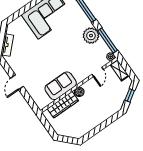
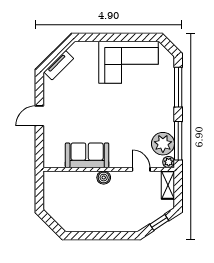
plant: (91, 36) -> (163, 144), moved
door: (98, 72) -> (141, 169), swing flipped
wardrobe: (63, 105) -> (74, 179), removed

